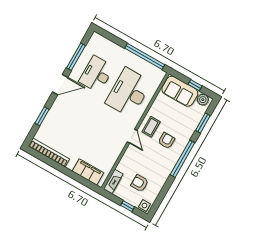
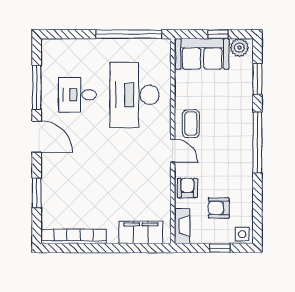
desk: (96, 74) -> (77, 95), width x0.73
door: (60, 85) -> (37, 137), hinge flipped
armchair: (166, 141) -> (187, 188), moved

